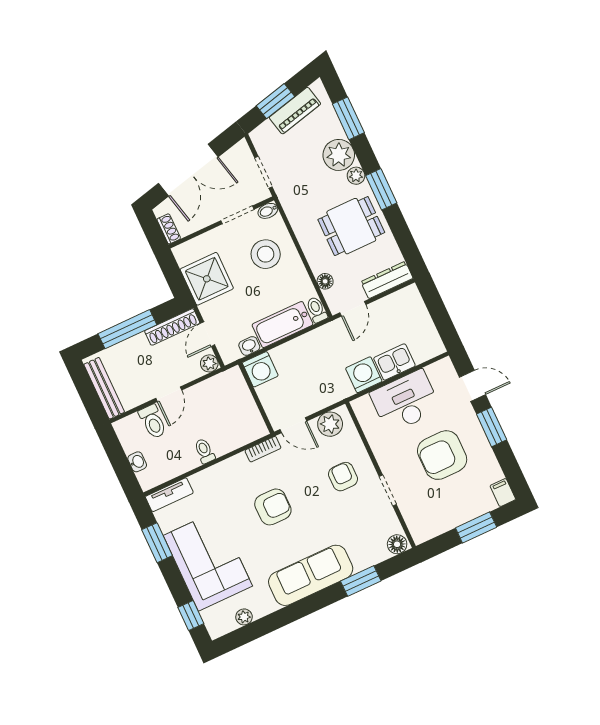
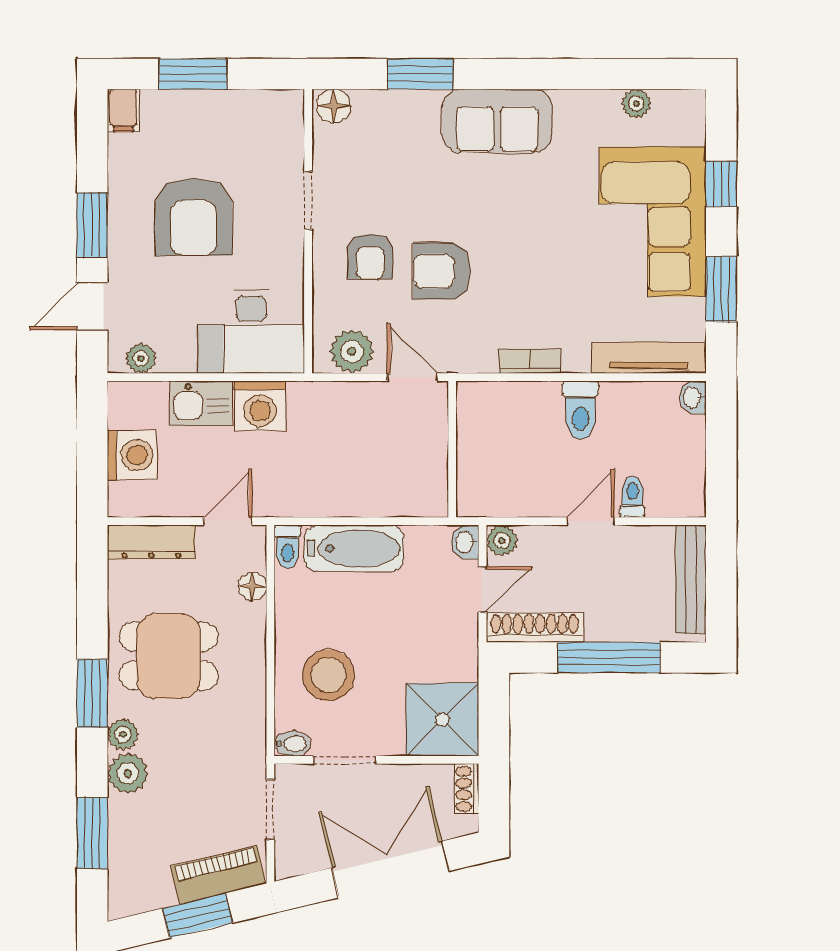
piano: (295, 111) -> (218, 875), moved
plant: (339, 155) -> (128, 773), width x0.73, depth x0.73
shower: (207, 279) -> (442, 720), moved
washbasin: (249, 346) -> (465, 542), moved, turned 90
washing machine: (260, 369) -> (132, 455), moved, turned 90
plant: (435, 371) -> (141, 358), added
door: (473, 386) -> (92, 306), hinge flipped
desk: (405, 401) -> (251, 331), moved
toilet: (153, 422) -> (633, 497), width x0.73, depth x0.72
bookcase: (263, 449) -> (530, 361), moved
toilet: (205, 451) -> (580, 410), width x1.37, depth x1.39
armchair: (442, 455) -> (194, 217), turned 90
washbasin: (137, 462) -> (693, 397), moved
tv unit: (169, 495) -> (649, 358), width x1.41
armchair: (273, 507) -> (442, 271), moved
sofa: (311, 575) -> (497, 121), width x0.73
window: (191, 615) -> (721, 184), moved

